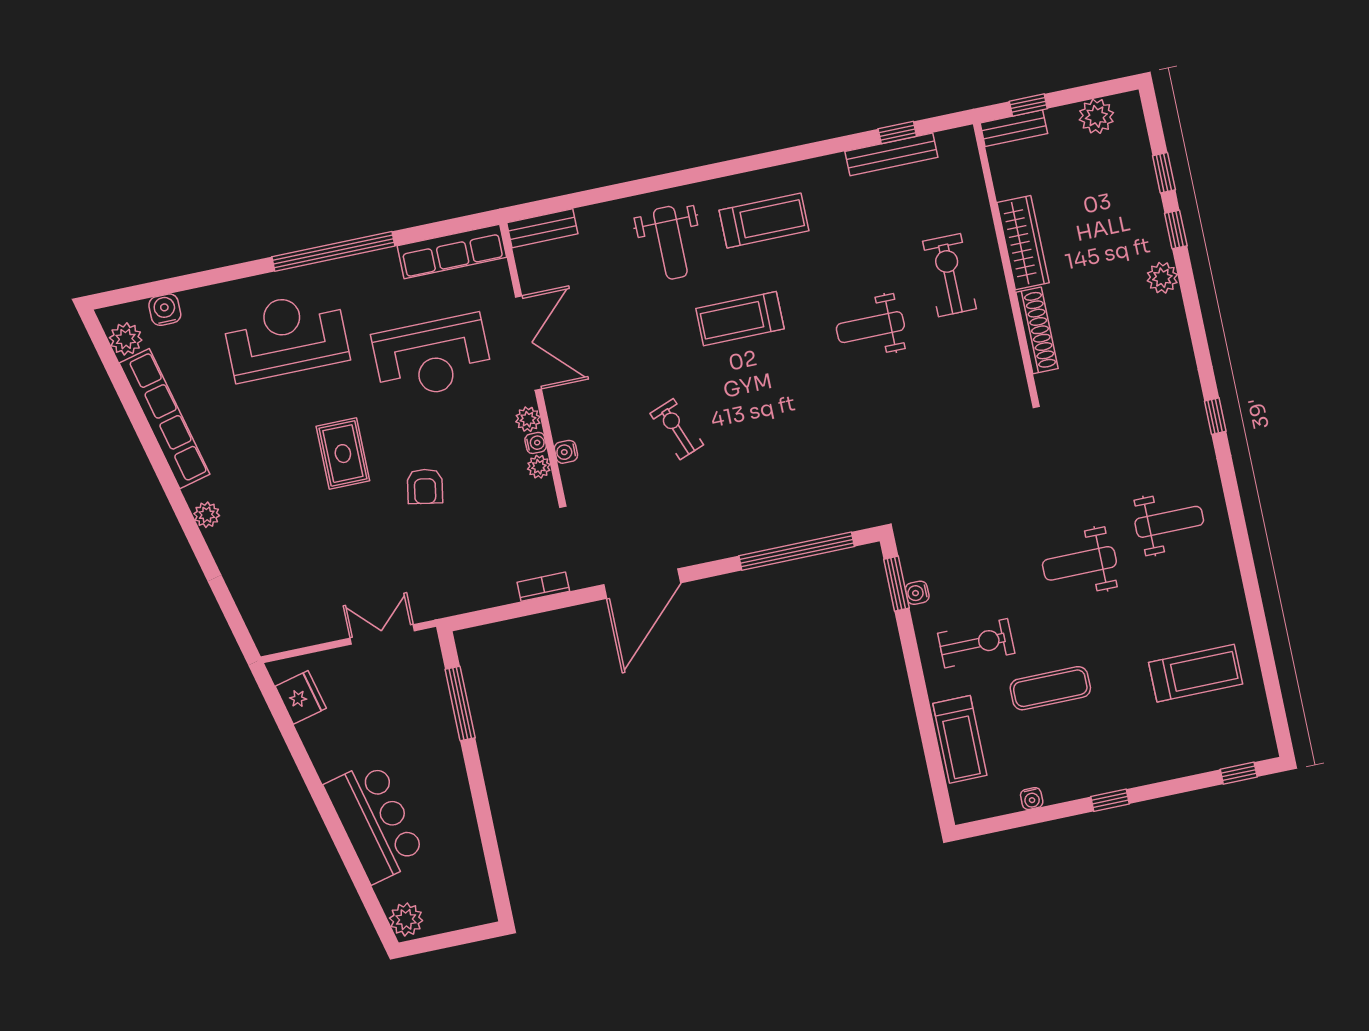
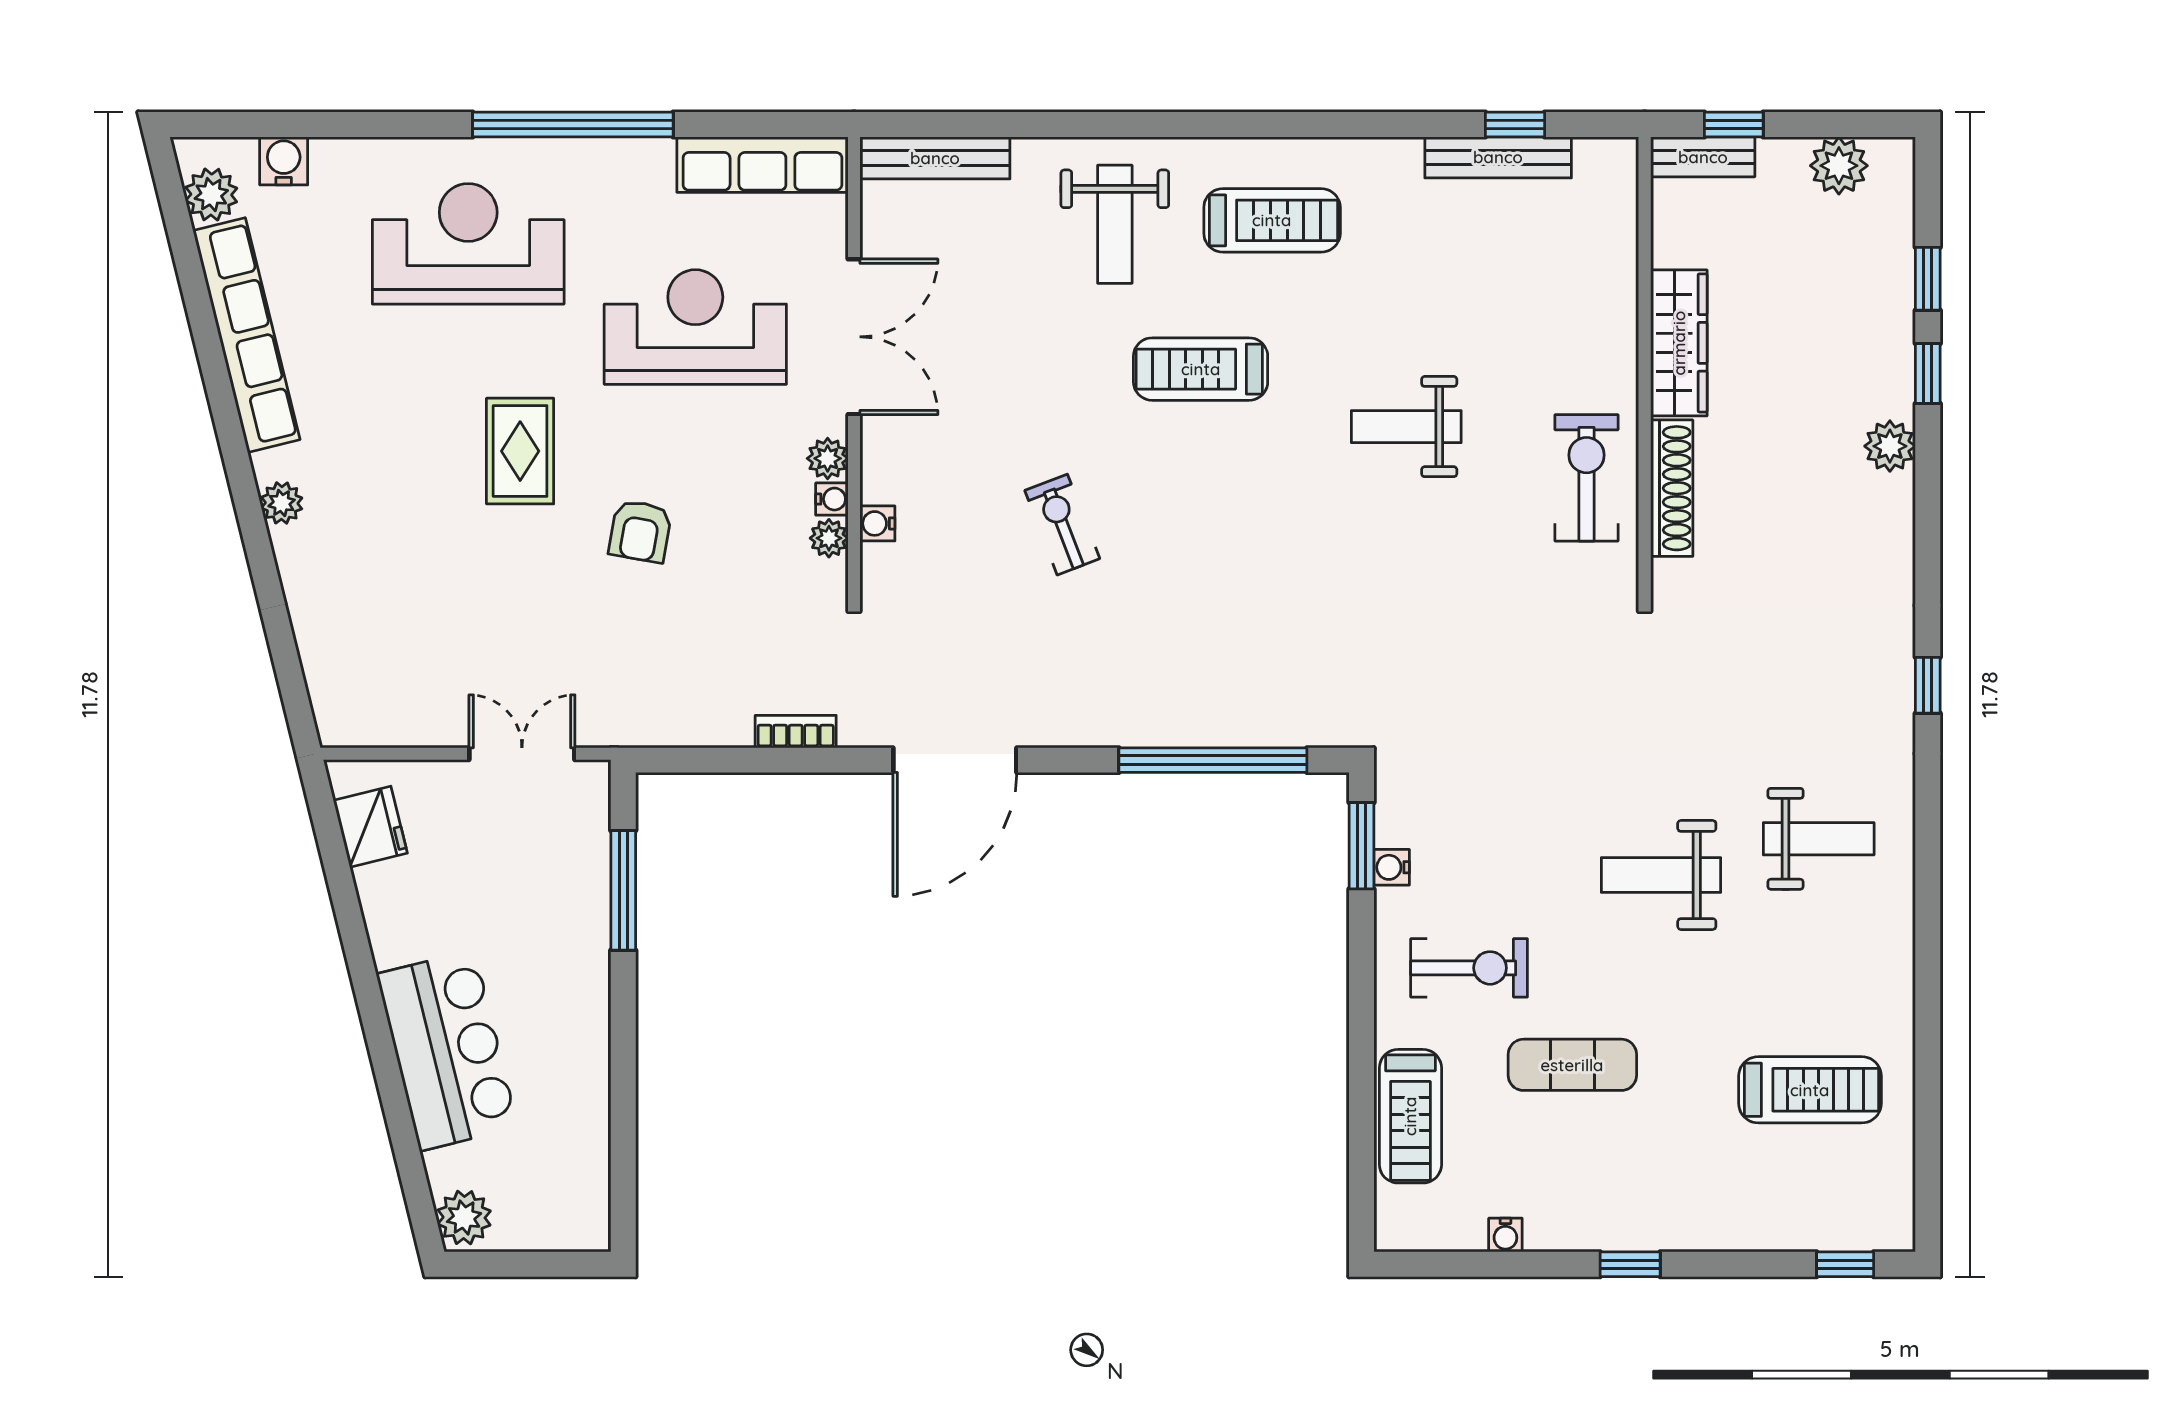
bench: (542, 228) -> (935, 158), width x1.36
exercise bike: (949, 275) -> (1587, 478), moved
reception desk: (432, 357) -> (695, 327), turned 180

